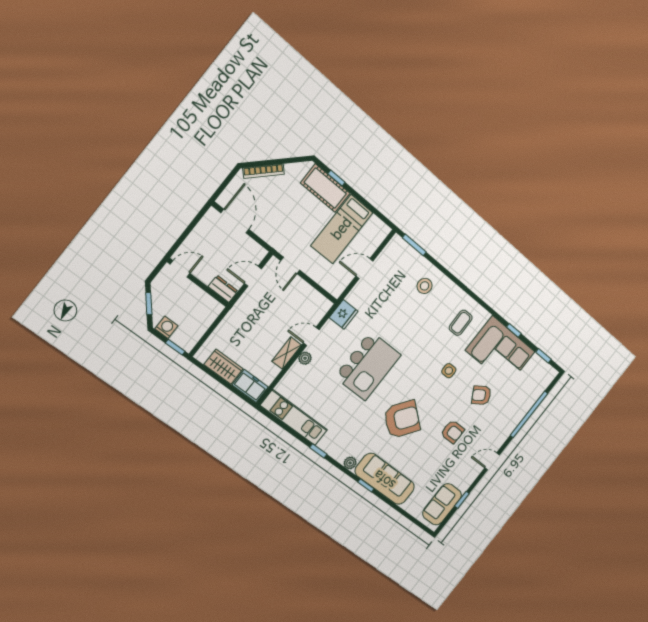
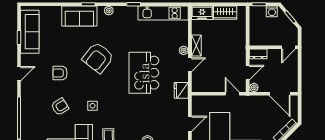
plant: (260, 253) -> (254, 87), added
sofa: (385, 479) -> (79, 16), width x0.73
sofa: (442, 504) -> (30, 32), width x1.36

